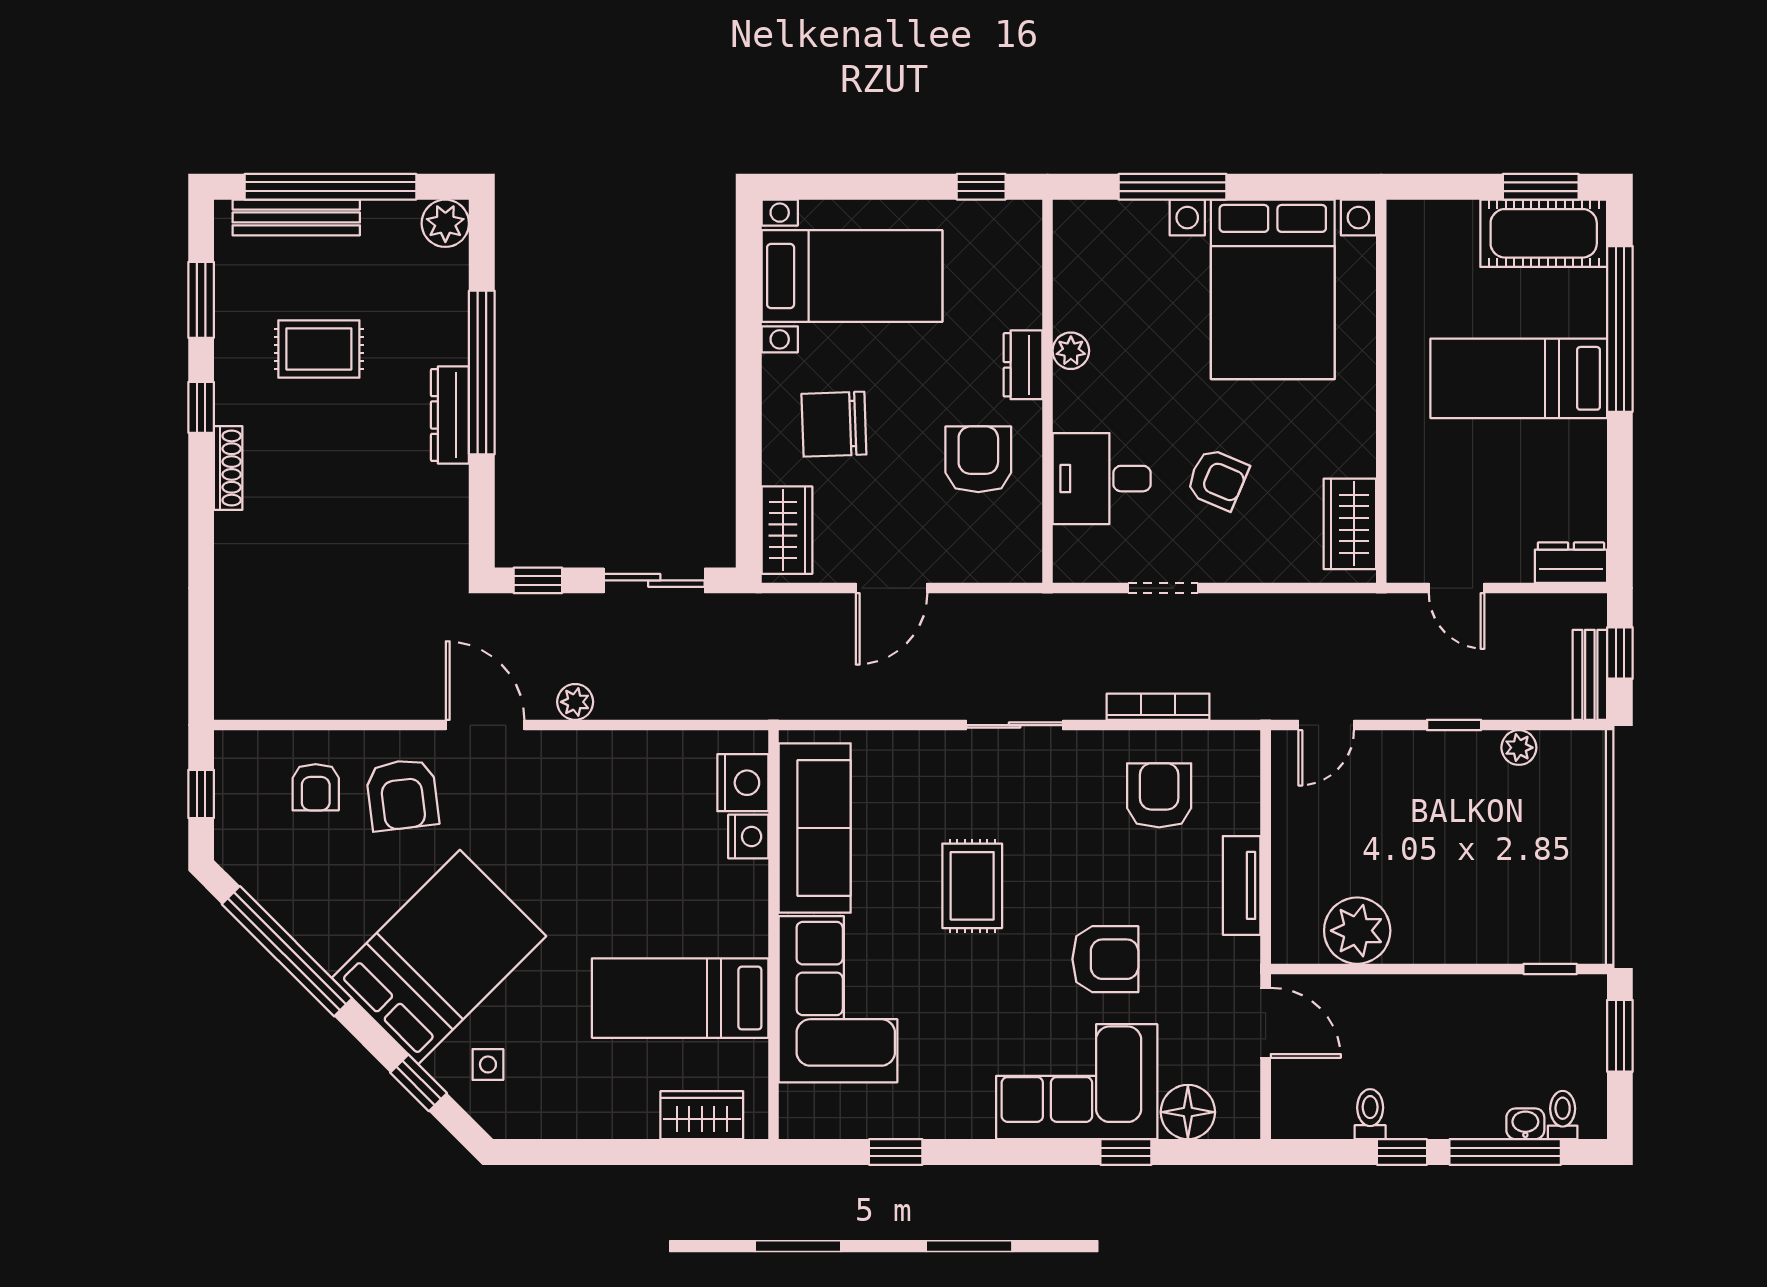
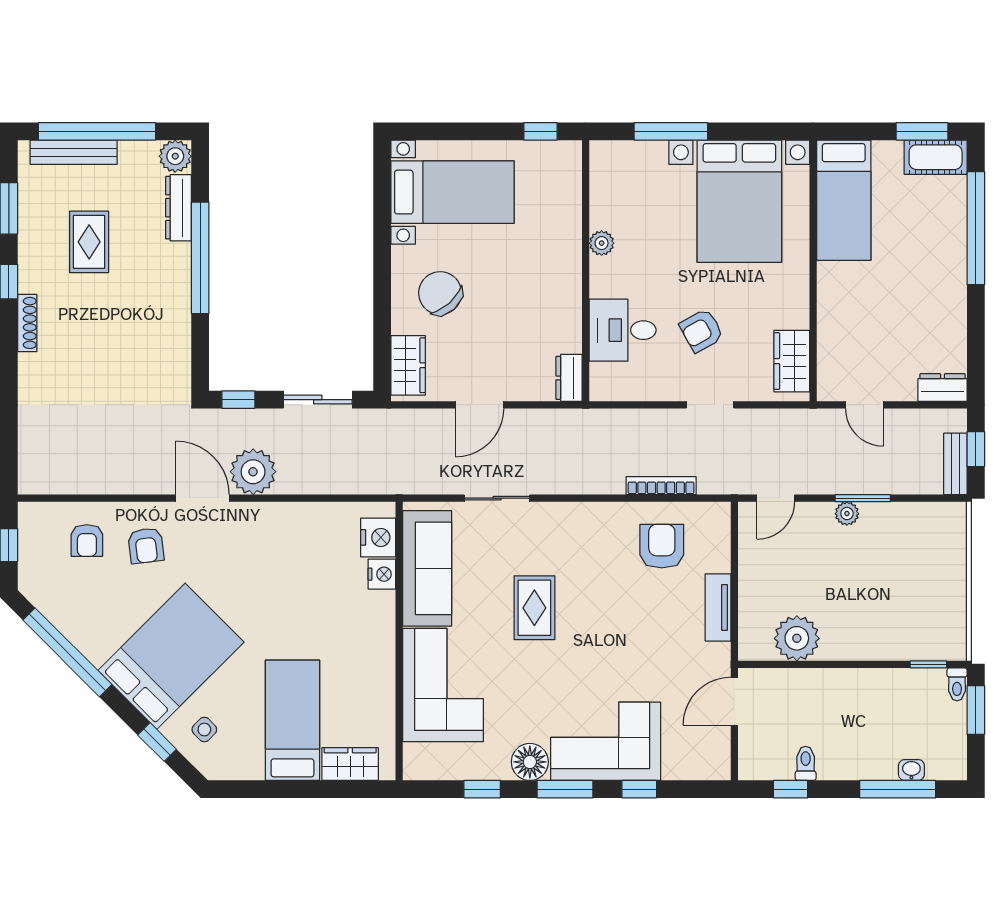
cot: (1544, 233) -> (936, 157), width x0.73, depth x0.75
rug: (319, 349) -> (89, 242), turned 90
dresser: (1023, 365) -> (569, 378), moved
bed: (1519, 378) -> (844, 200), moved, turned -90
dresser: (450, 415) -> (178, 208), moved
chair: (834, 424) -> (440, 293), turned 50
armchair: (978, 459) -> (539, 317), removed
armchair: (1217, 479) -> (701, 331), turned 128
doorway: (1163, 588) -> (710, 405), moved
plant: (575, 702) -> (253, 472), width x1.88, depth x1.88
sliding door: (1015, 725) -> (497, 498), moved
window: (1454, 725) -> (863, 498), width x1.50
plant: (1519, 748) -> (847, 514), moved
armchair: (402, 795) -> (146, 546), width x0.72, depth x0.72
armchair: (1105, 959) -> (625, 658), removed
bed: (680, 998) -> (292, 720), moved, turned 90
door: (1266, 1023) -> (734, 701), swing flipped
side table: (488, 1064) -> (204, 730), turned 45
floor lamp: (1188, 1112) -> (530, 762), moved
toilet: (1563, 1115) -> (957, 684), moved, turned 180
window: (1017, 1152) -> (565, 789), added
window: (1402, 1152) -> (791, 789), moved

